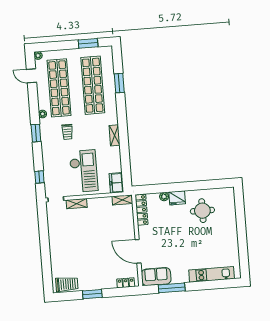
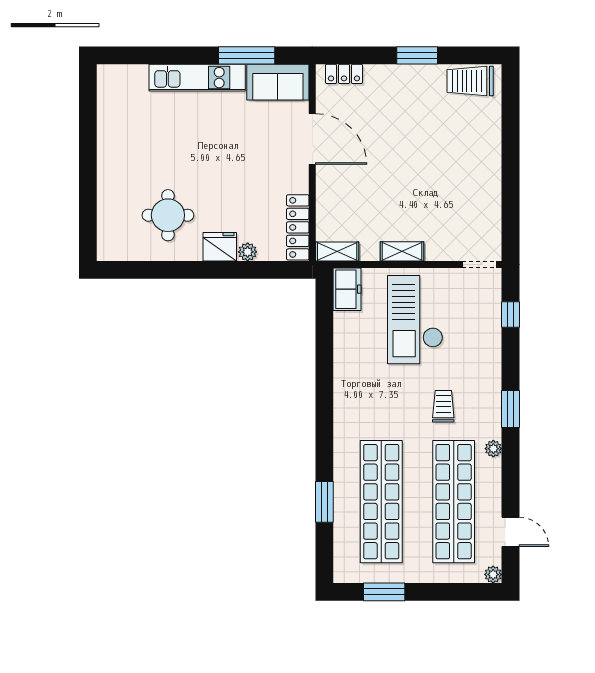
shelving: (114, 135) -> (343, 391), removed
shelving: (77, 204) -> (402, 251), moved
kitchen unit: (212, 274) -> (197, 78), moved

